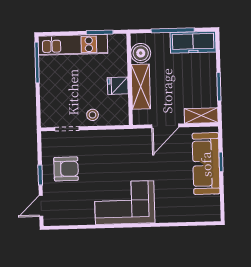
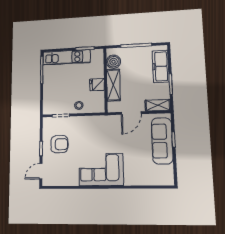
freezer: (193, 42) -> (161, 66), moved, turned 90

